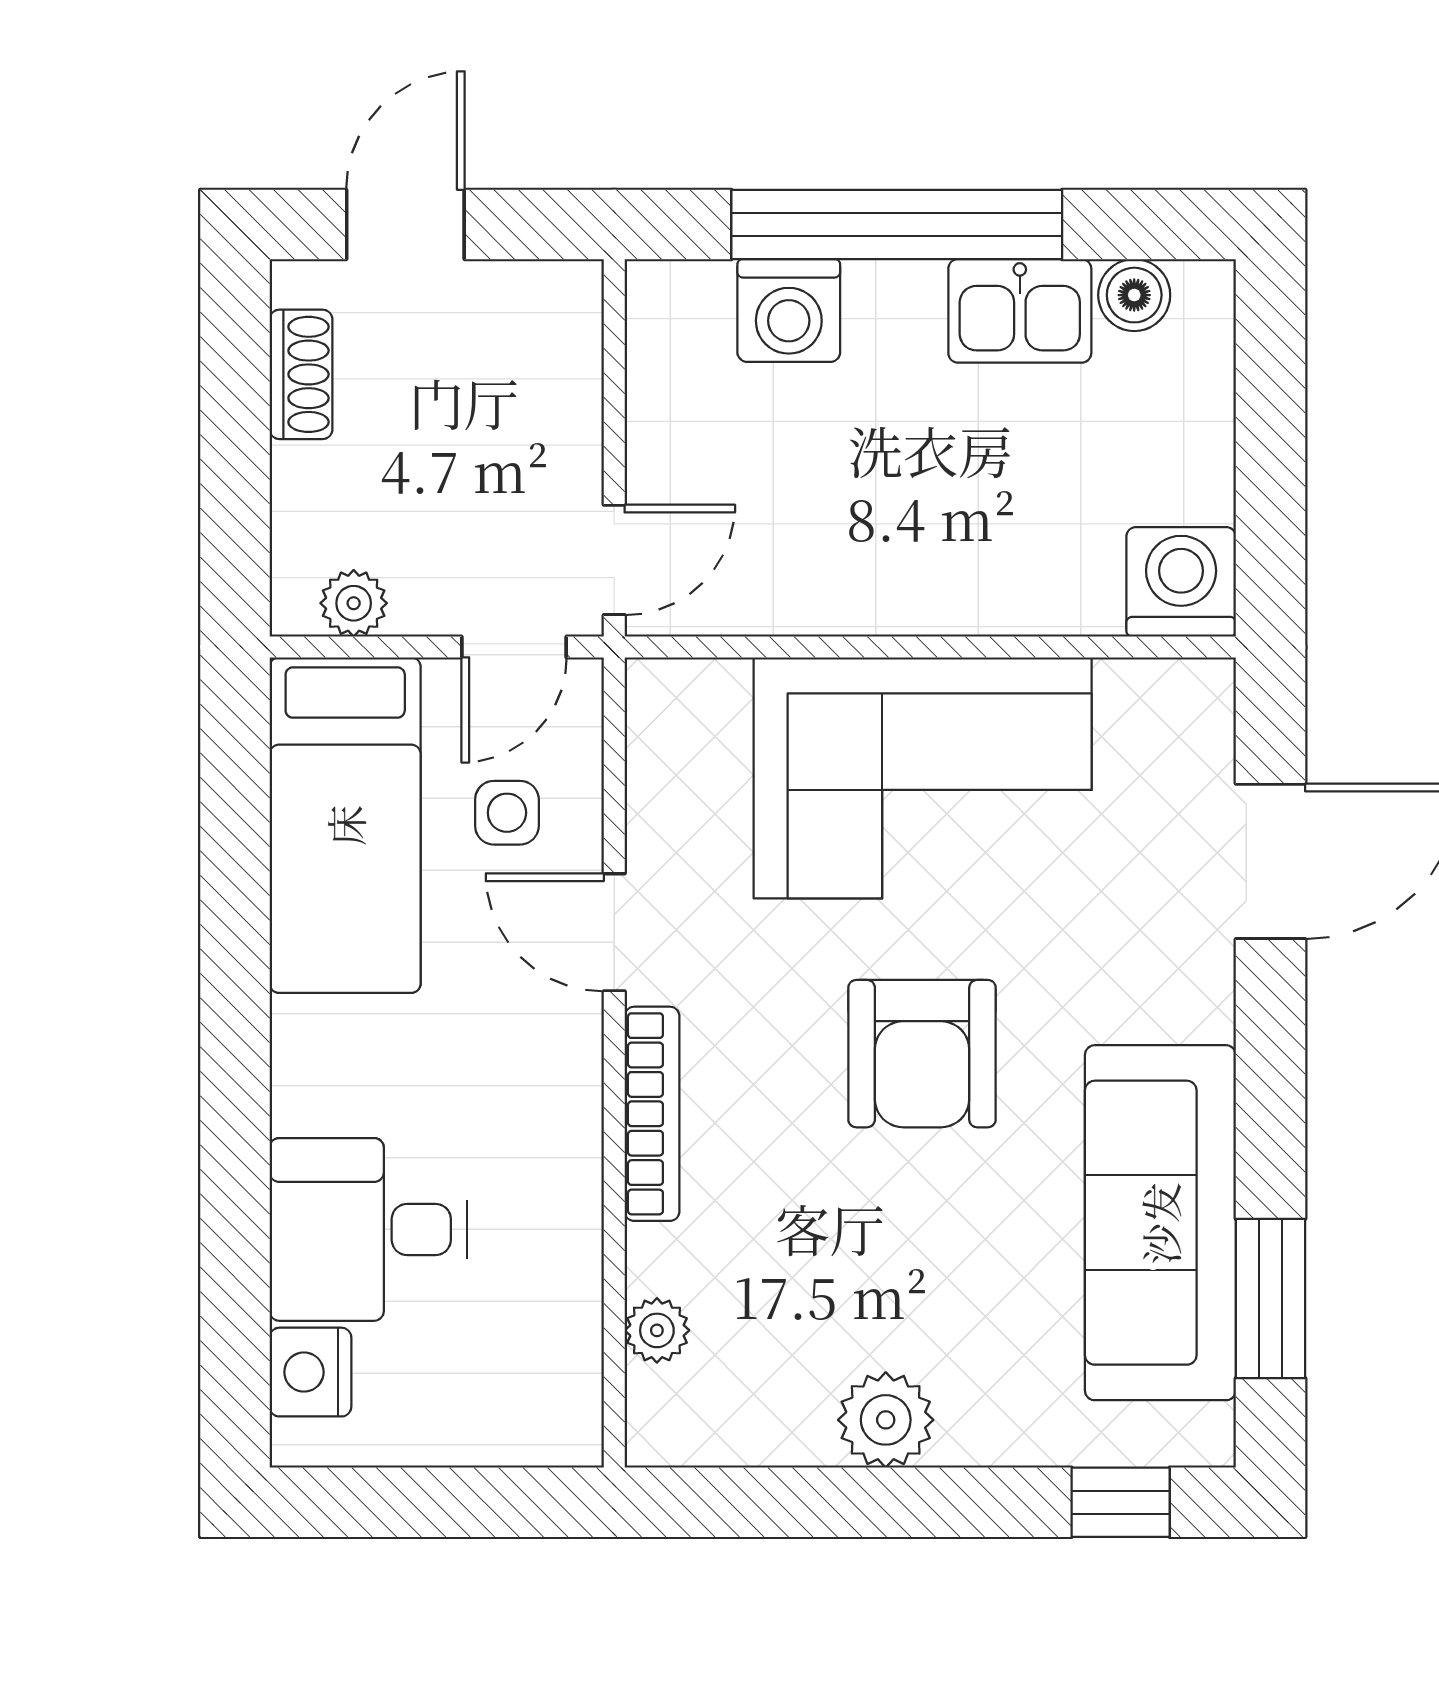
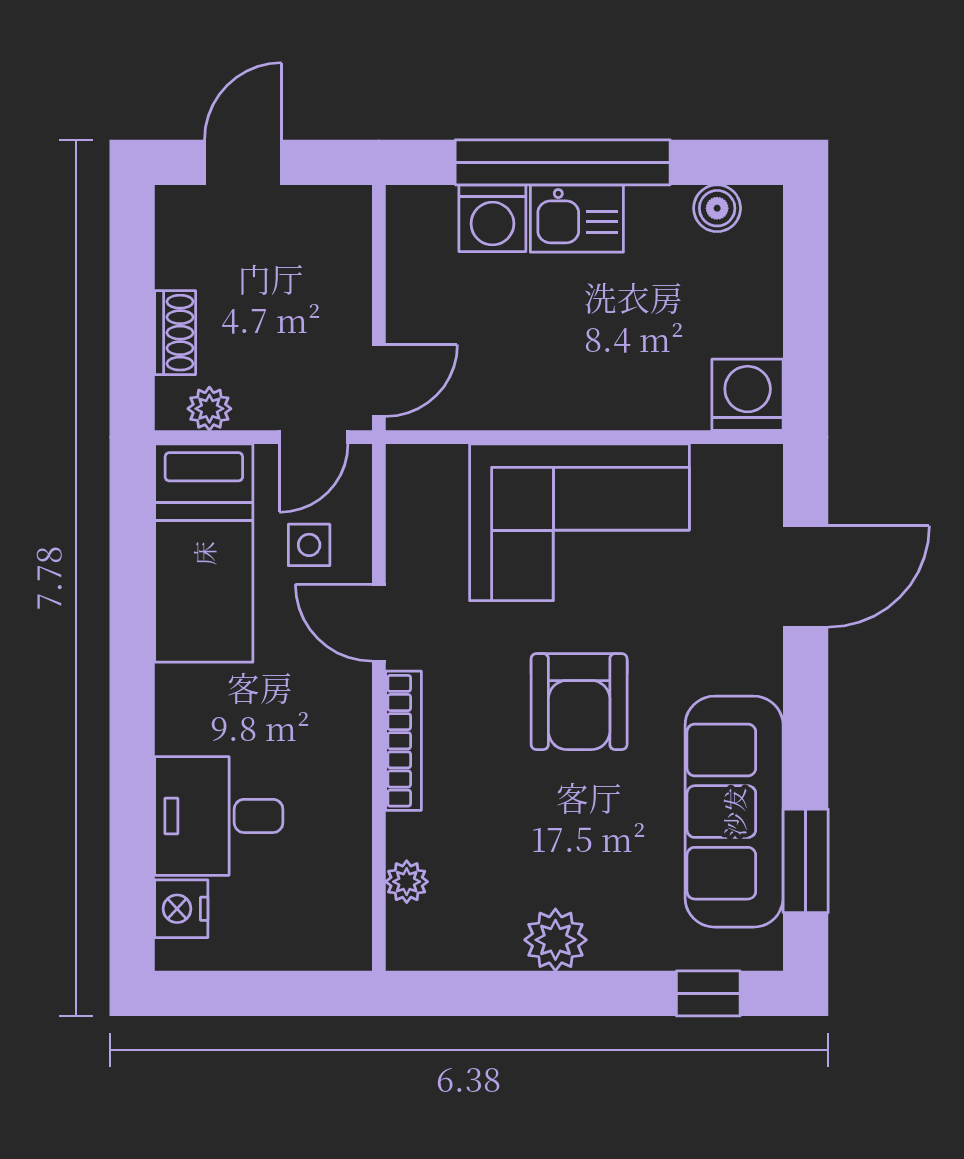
kitchen sink: (1020, 311) -> (577, 219), moved
shoe rack: (301, 374) -> (175, 333), moved

